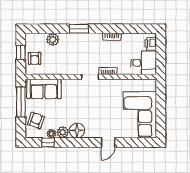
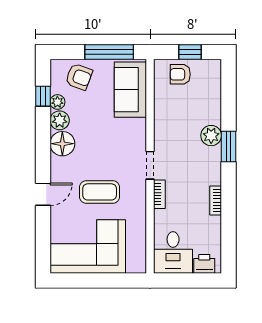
plant: (53, 39) -> (211, 136), moved
coffee table: (107, 108) -> (100, 192), added
door: (108, 142) -> (43, 194), swing flipped

